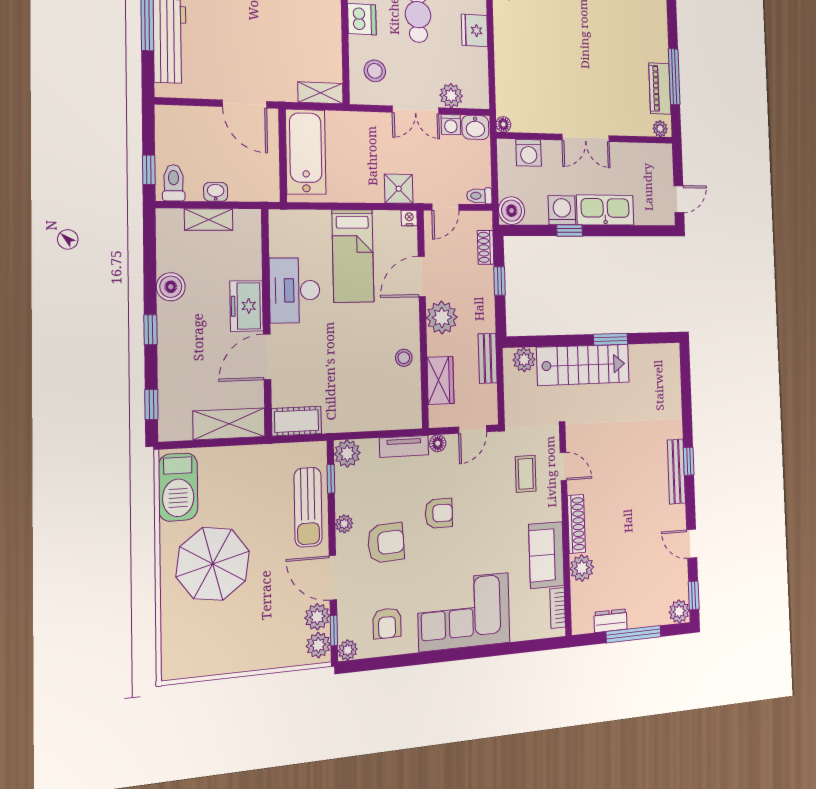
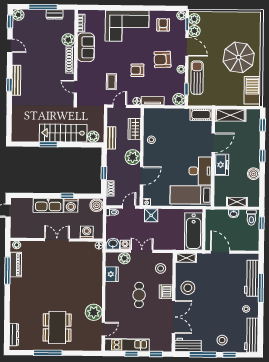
stool: (314, 25) -> (188, 288), added
fridge: (475, 30) -> (112, 274), moved
bed: (353, 256) -> (191, 195), moved, turned -90
coffee table: (526, 474) -> (111, 82), moved

